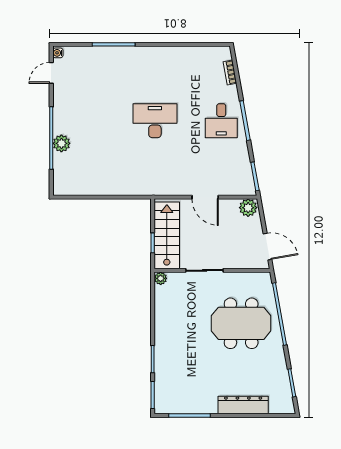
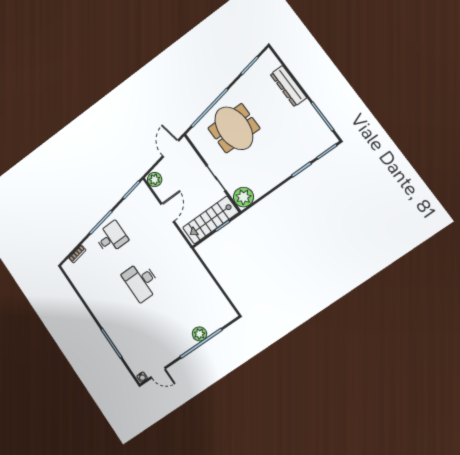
plant: (161, 278) -> (243, 197), width x1.87, depth x1.87

